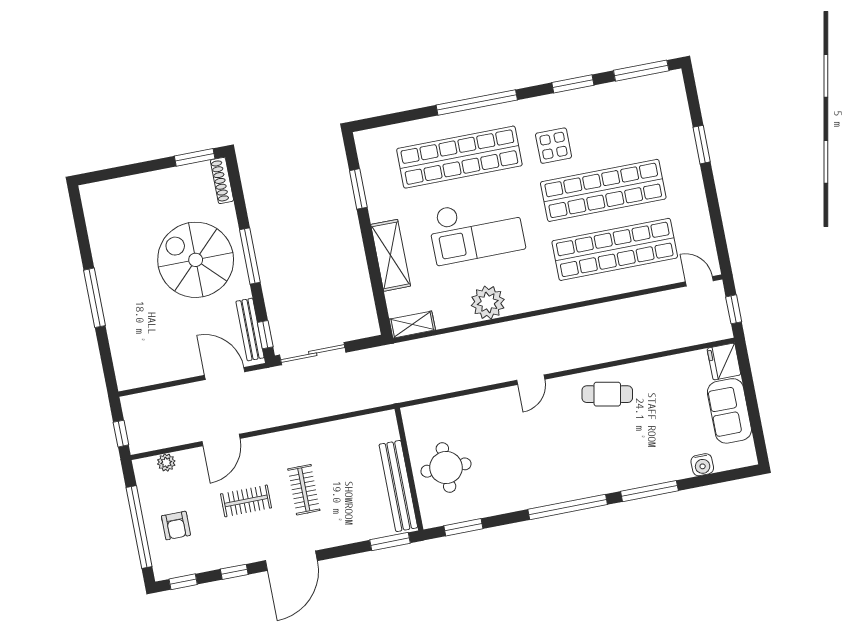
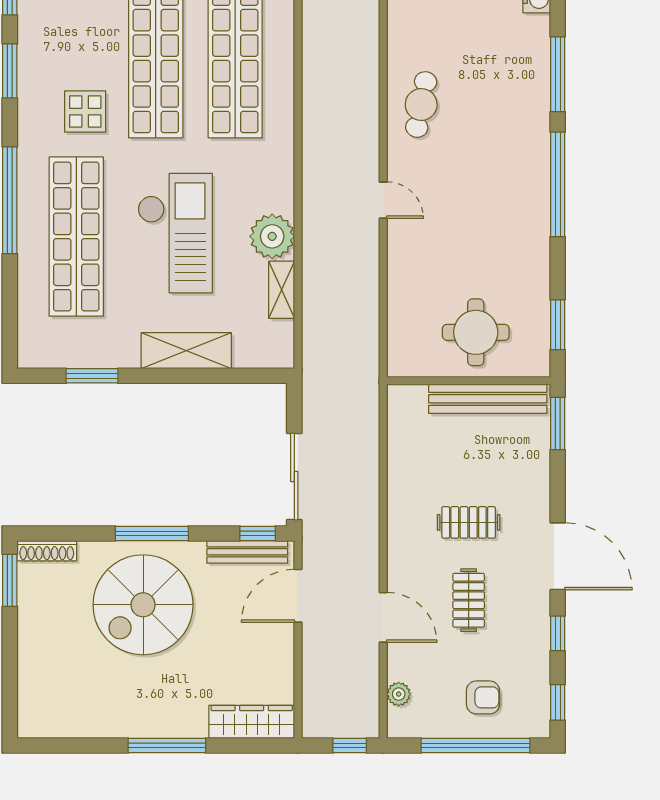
shelving: (412, 325) -> (282, 290), moved
wardrobe: (124, 357) -> (252, 722), added

